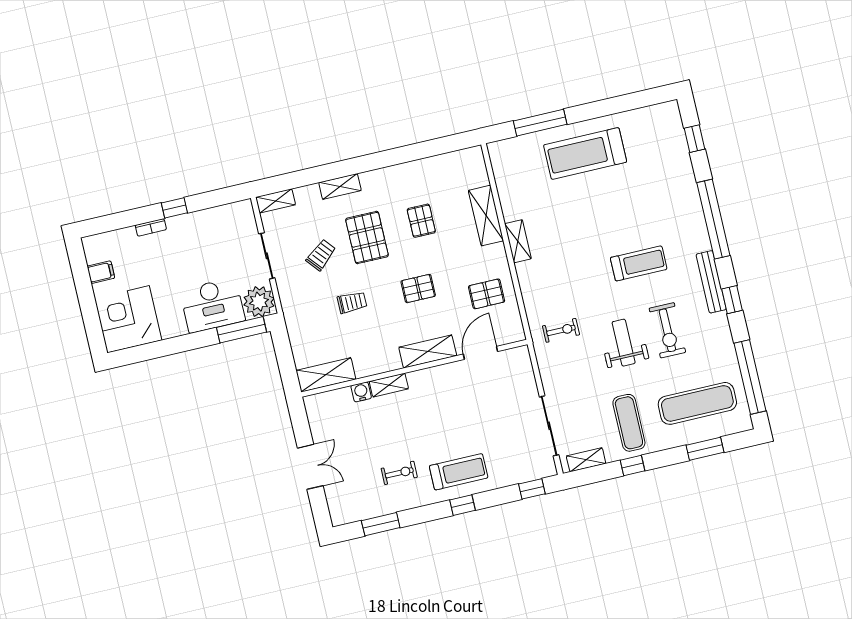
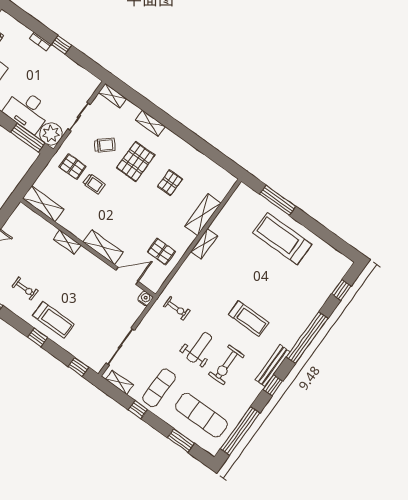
pallet: (418, 289) -> (73, 167), moved
water cooler: (361, 392) -> (145, 298), moved

